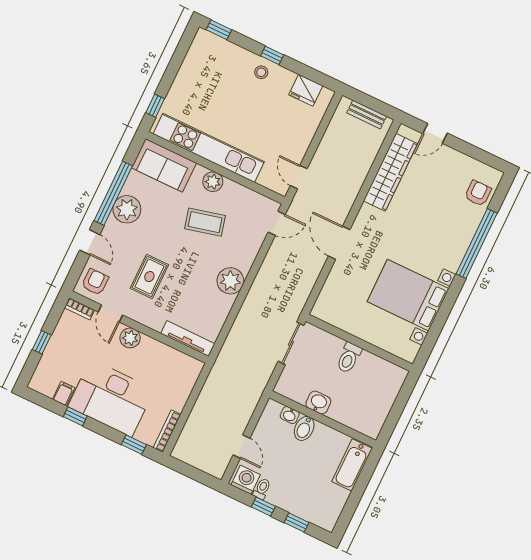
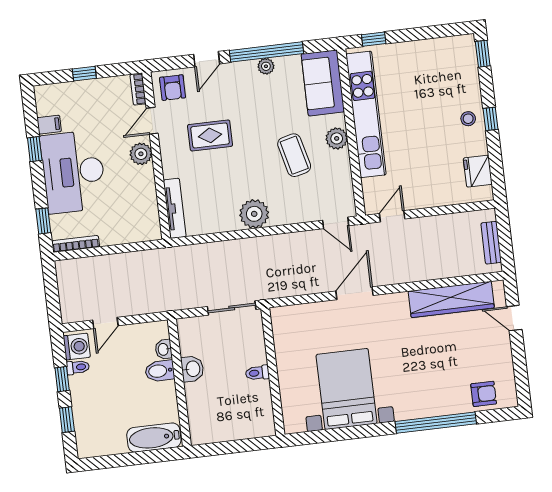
plant: (127, 209) -> (266, 66), width x0.53, depth x0.53
armchair: (95, 282) -> (173, 88), turned 90
toilet: (349, 358) -> (257, 373), width x0.73, depth x0.72

